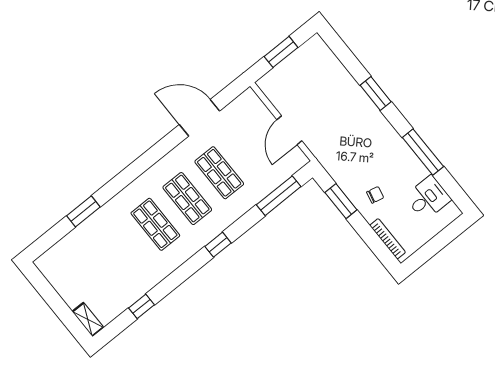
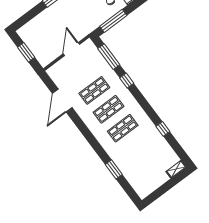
door: (289, 130) -> (71, 49), swing flipped
window: (341, 201) -> (113, 21), width x1.44
window: (218, 245) -> (127, 81), moved
window: (142, 306) -> (163, 129), moved

